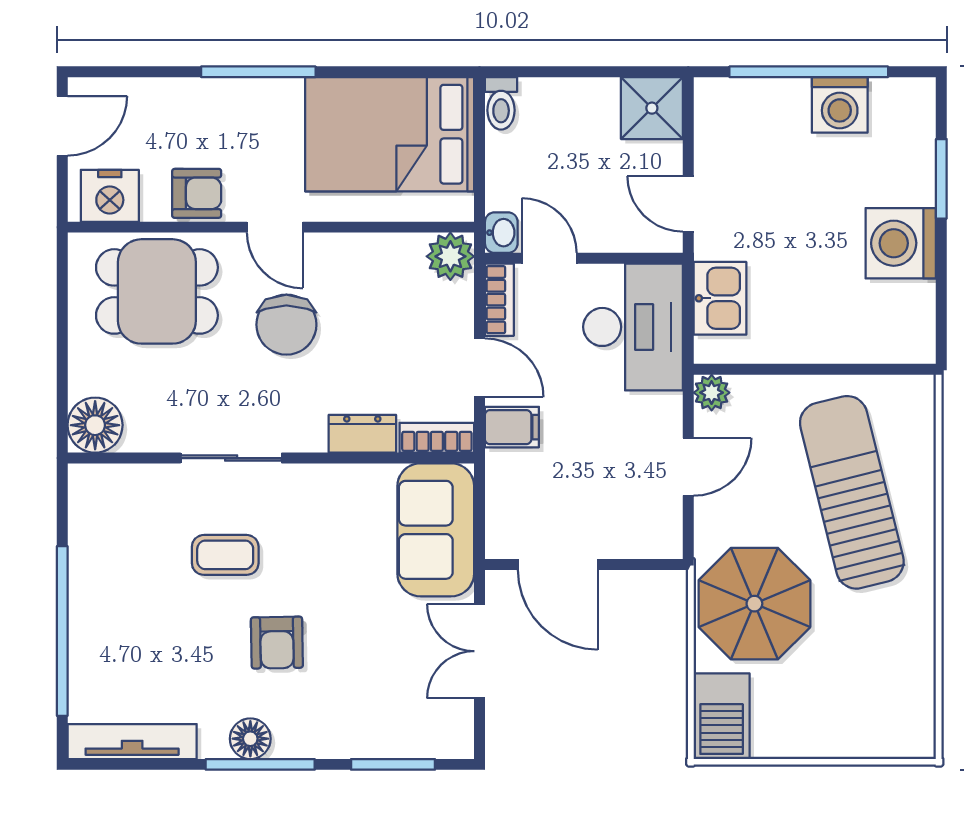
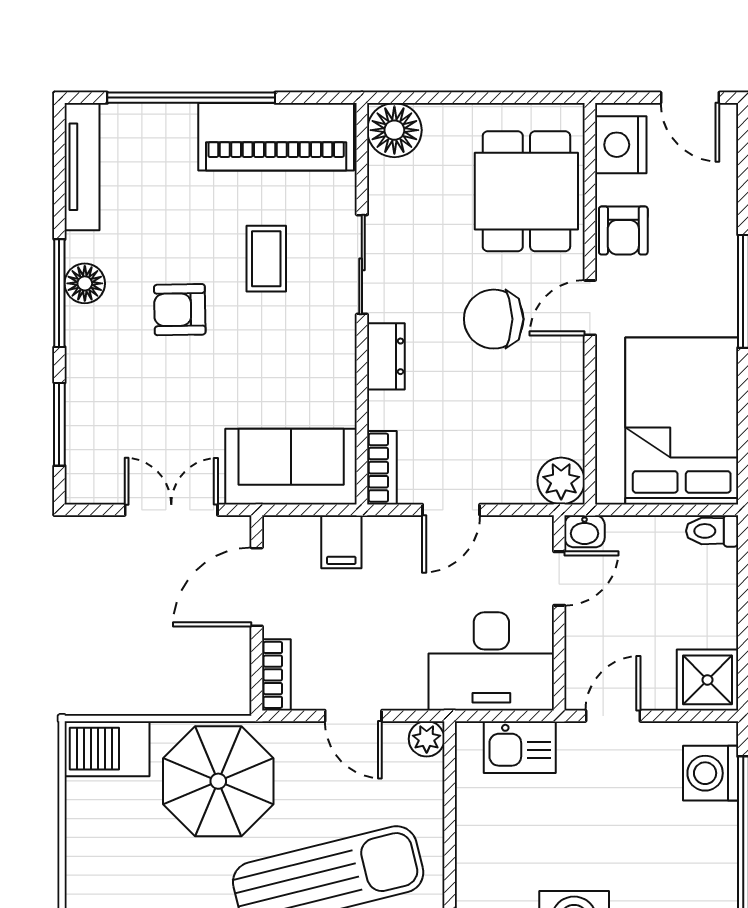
washing machine: (840, 105) -> (711, 773), moved
bookcase: (499, 300) -> (276, 675), moved, turned -90
filing cabinet: (512, 427) -> (341, 542), moved
dresser: (362, 434) -> (386, 356), moved
piano: (102, 545) -> (276, 137), added

